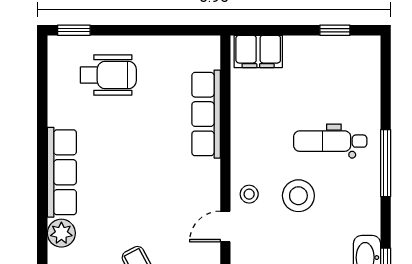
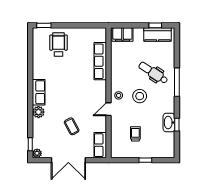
kitchen counter: (340, 51) -> (158, 34), added
wheelchair: (108, 75) -> (59, 45), turned -90
dental chair: (330, 141) -> (153, 73), turned 33
row of seats: (62, 172) -> (39, 92), width x0.68

